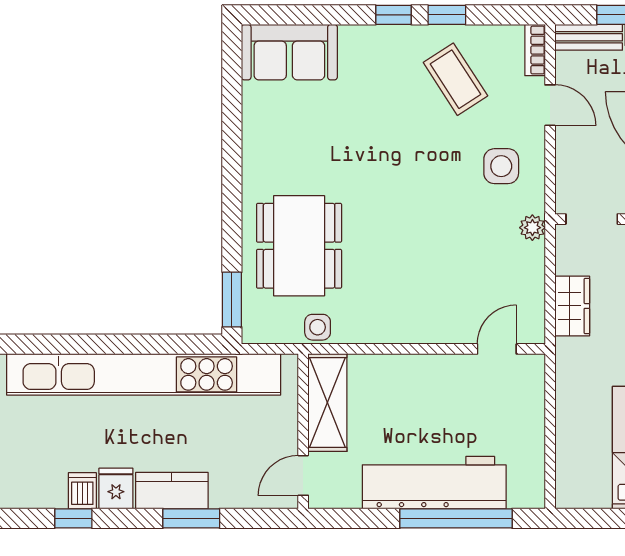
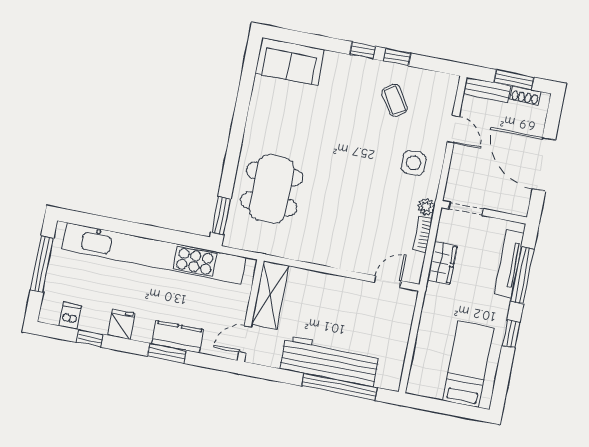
bookcase: (535, 50) -> (423, 234), moved
coffee table: (455, 79) -> (395, 100), width x0.73, depth x0.77
side table: (318, 327) -> (273, 245), removed
dishwasher: (82, 491) -> (70, 316), moved
kitchen counter: (172, 491) -> (178, 337), moved

